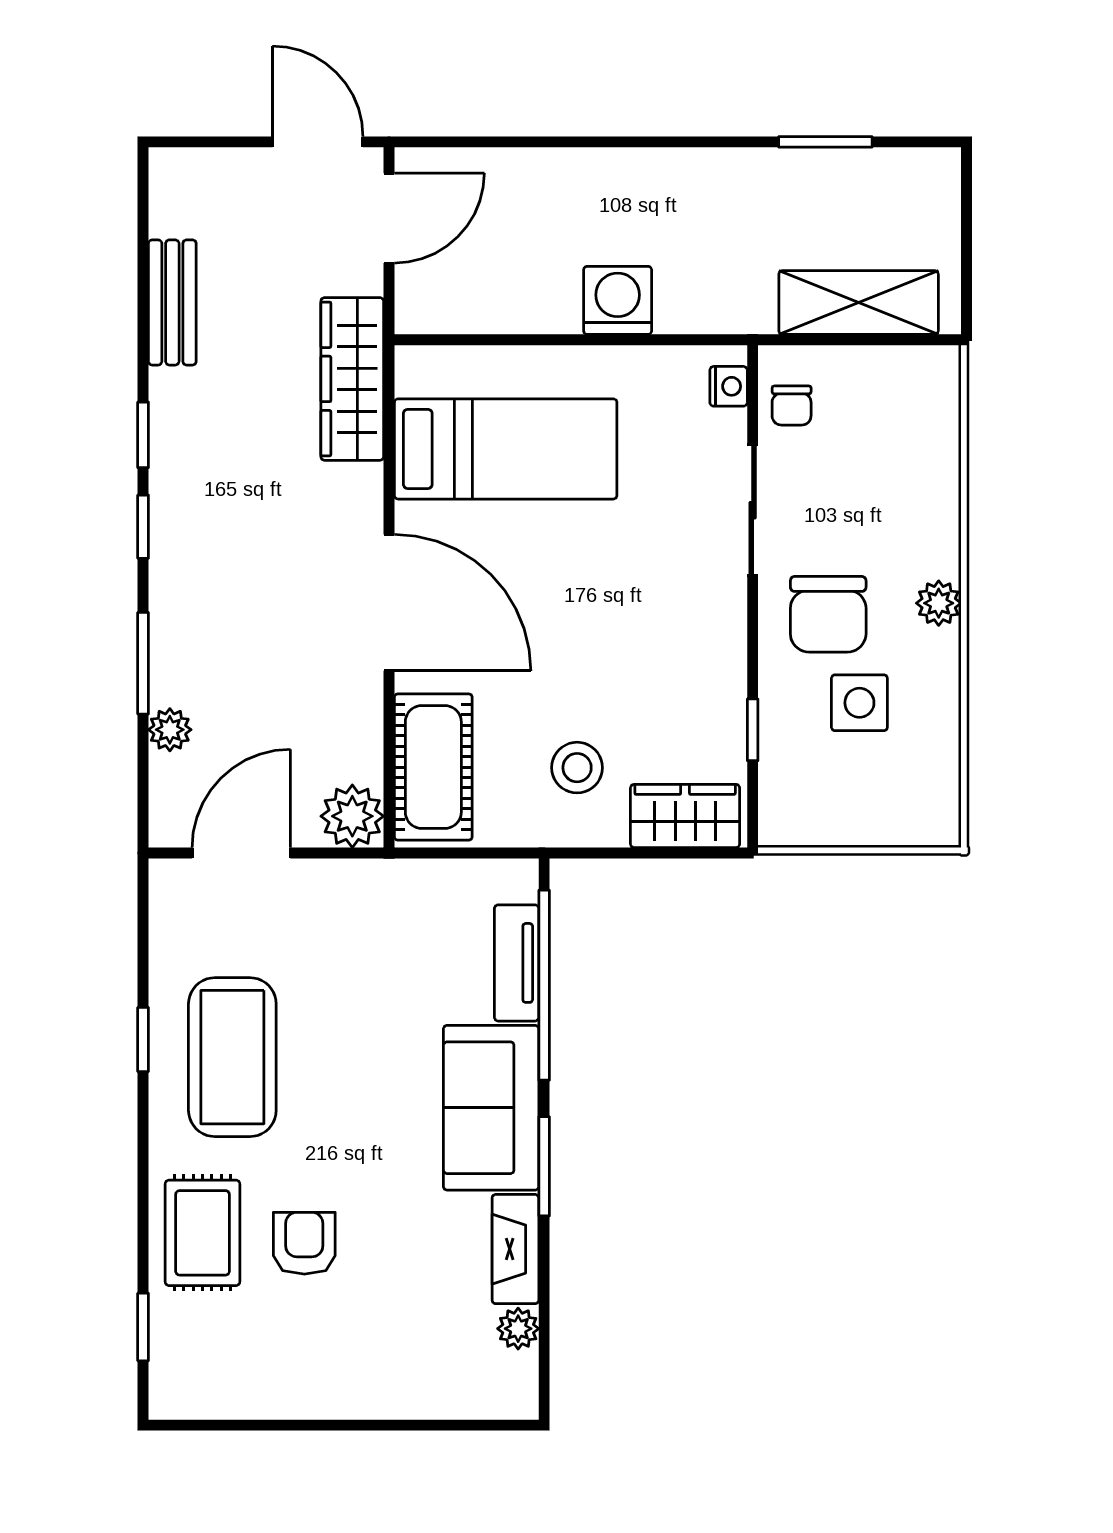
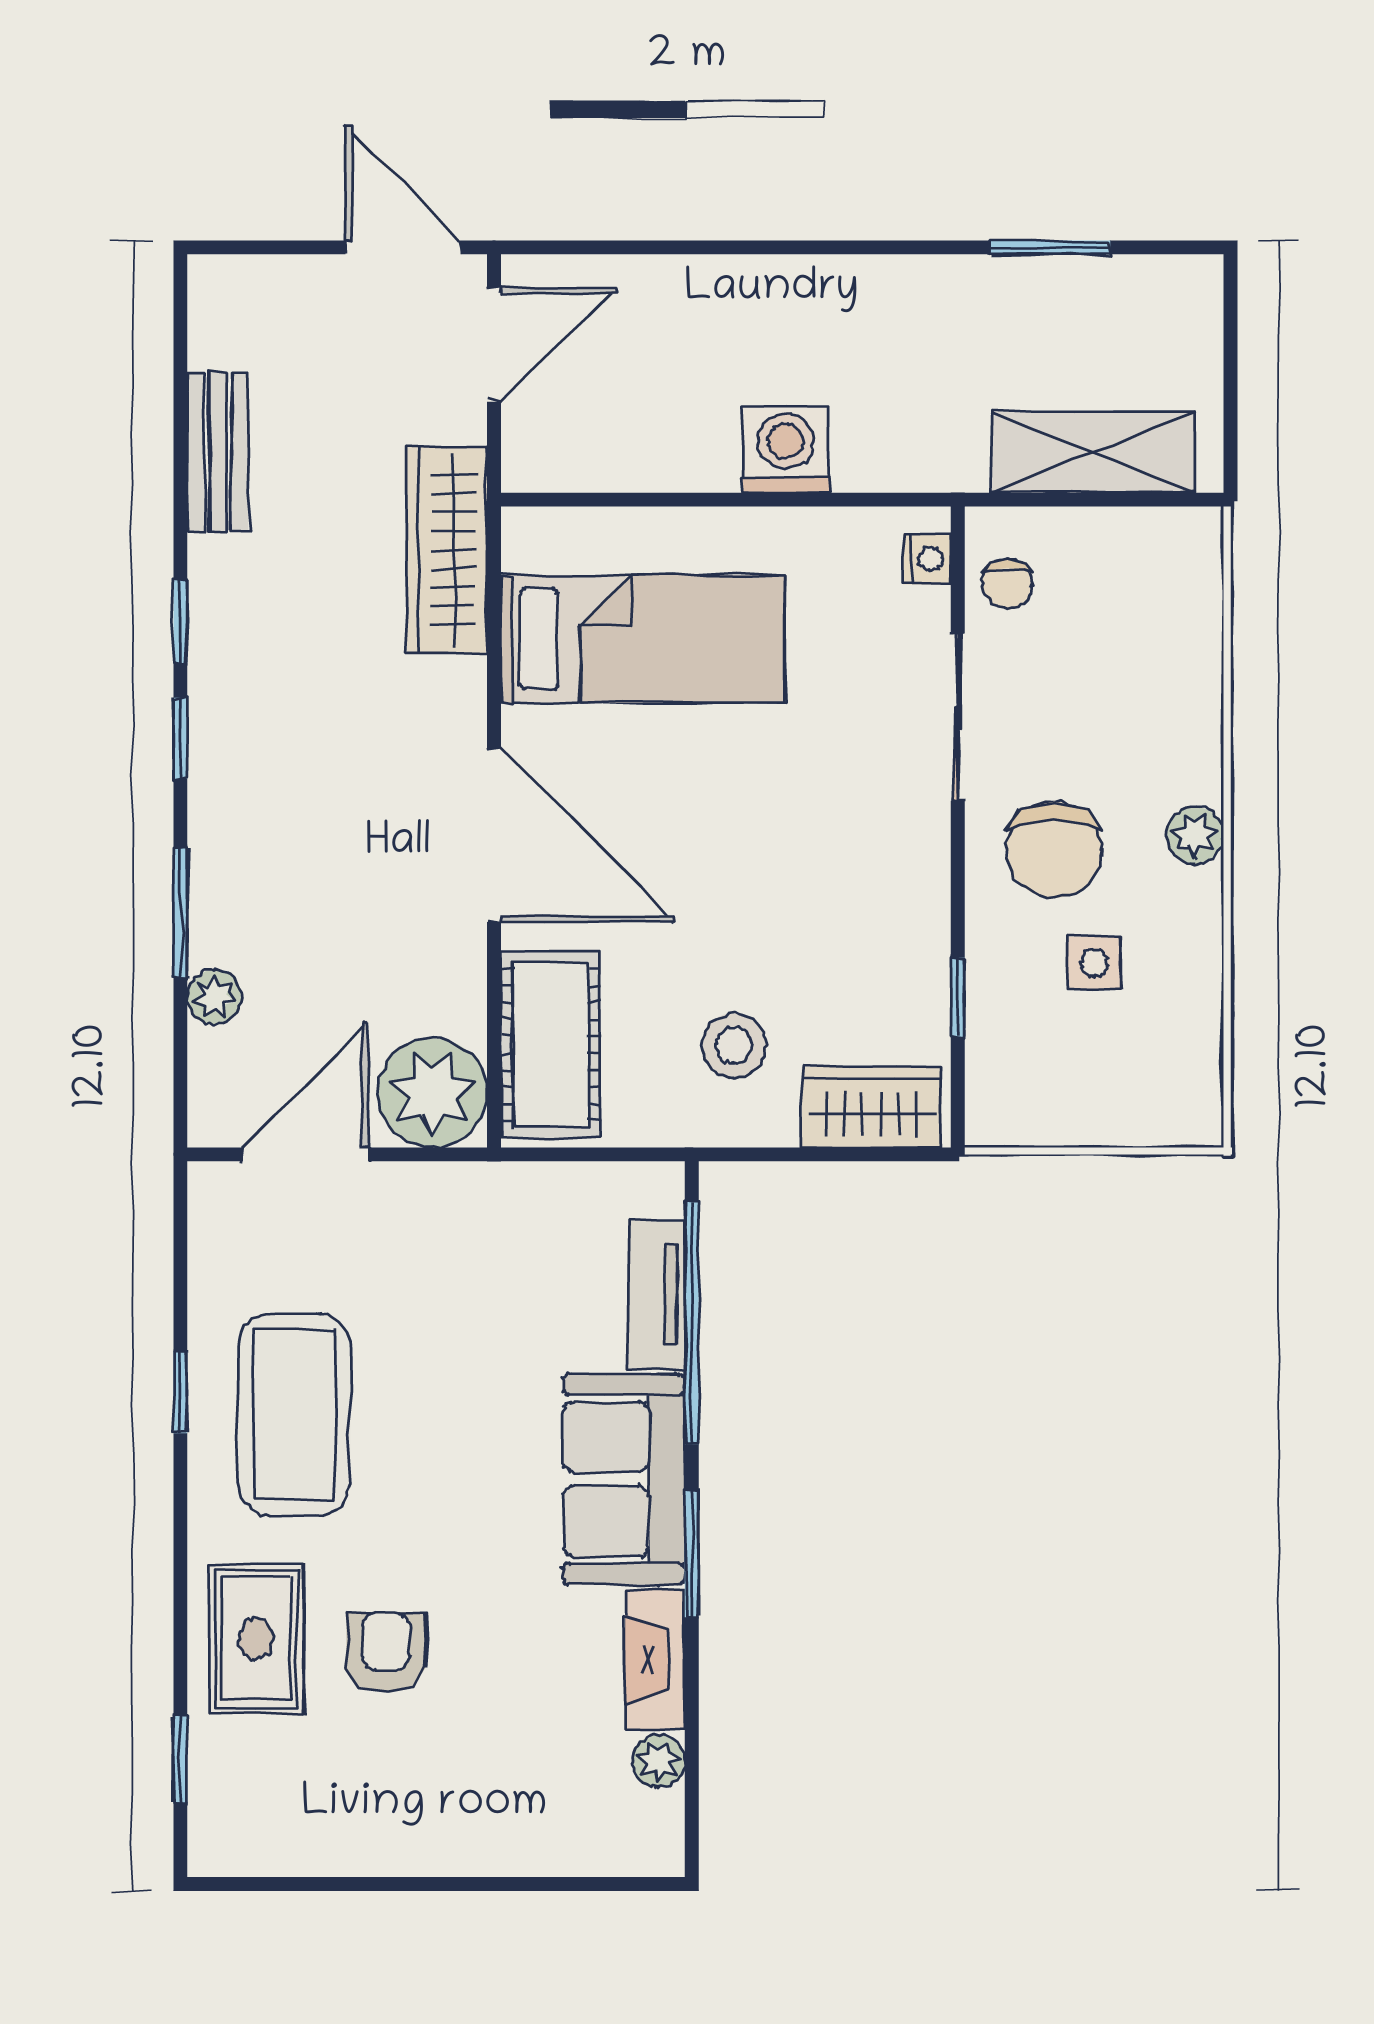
side table: (859, 703) -> (1094, 963), width x0.73, depth x0.73
plant: (352, 816) -> (433, 1093), width x1.36, depth x1.36

